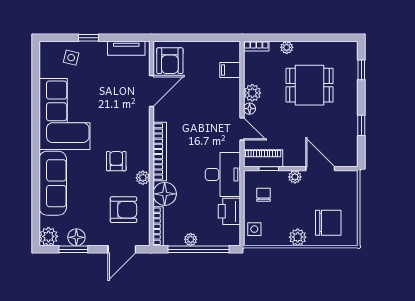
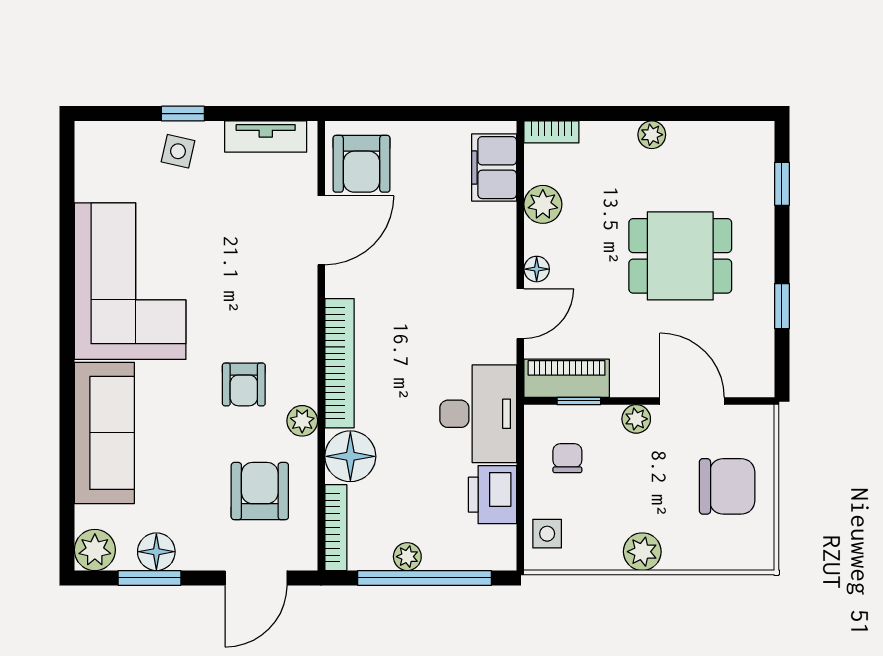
plant: (287, 47) -> (652, 135), moved
side table: (71, 58) -> (178, 151), moved
filing cabinet: (230, 70) -> (494, 168), width x2.00
dining table: (310, 85) -> (680, 256), moved
plant: (252, 93) -> (543, 204), moved
door: (242, 129) -> (520, 314), hinge flipped
armchair: (116, 161) -> (244, 384), turned 180
armchair: (124, 210) -> (260, 491), turned -90
chair: (328, 223) -> (727, 486), moved

